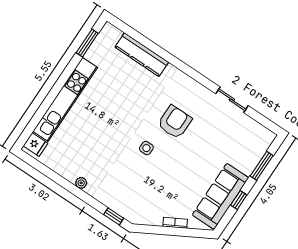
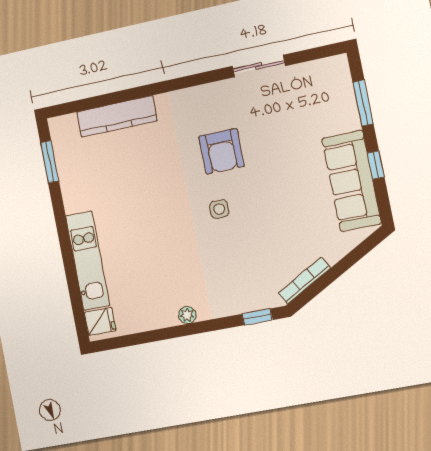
kitchen unit: (65, 99) -> (88, 260), width x0.73
armchair: (175, 122) -> (221, 151), turned 180
bookcase: (175, 223) -> (304, 281), moved, width x1.56

